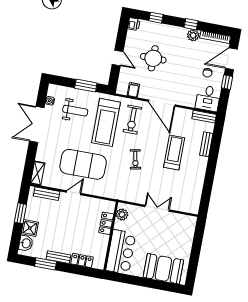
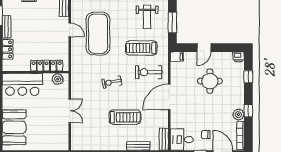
filing cabinet: (133, 90) -> (177, 57), moved
treadmill: (106, 122) -> (141, 48), width x0.73, depth x0.73
locker: (106, 223) -> (47, 66), width x1.53

